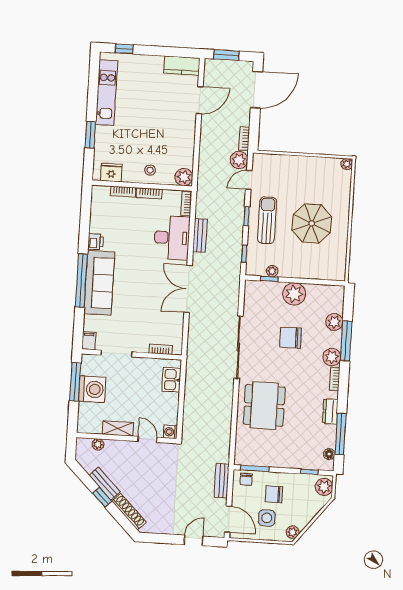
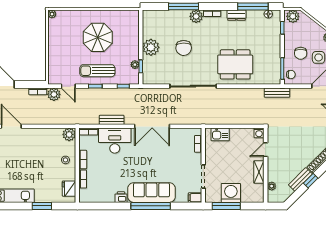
plant: (334, 322) -> (170, 16), removed
bench: (222, 481) -> (277, 93), moved

